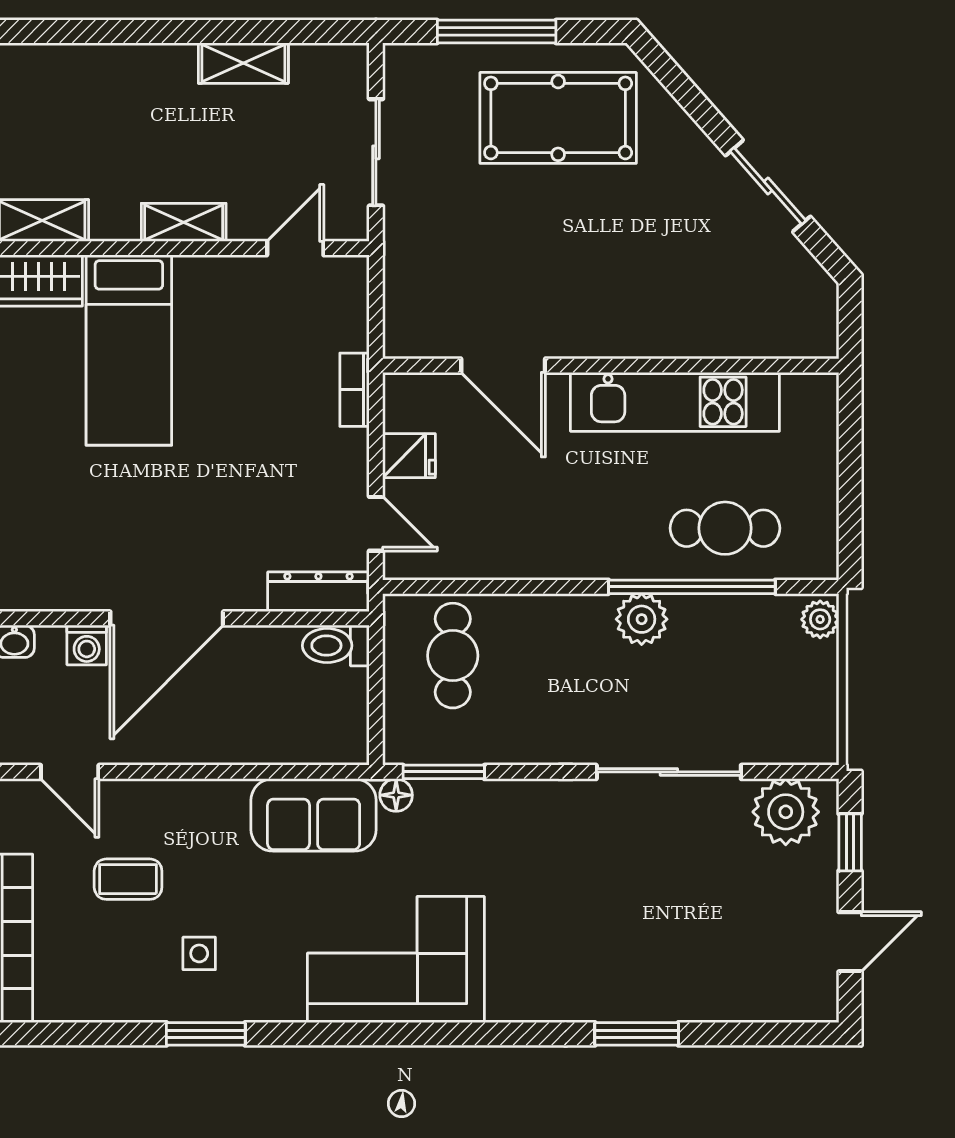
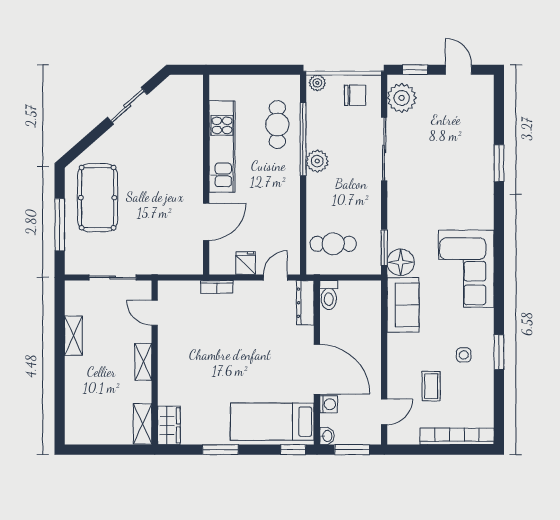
bed: (129, 350) -> (272, 422), moved, turned 180
chair: (792, 706) -> (355, 95), added
floor lamp: (396, 795) -> (401, 262), width x1.89, depth x1.89

